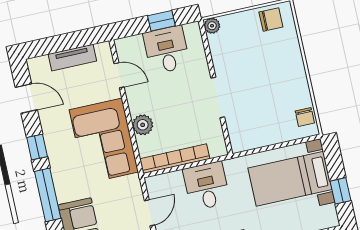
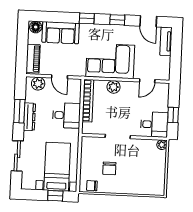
chair: (271, 19) -> (109, 168), moved
desk: (167, 50) -> (154, 124), moved
tv unit: (72, 58) -> (166, 41), moved
door: (26, 99) -> (148, 21), hinge flipped
window: (341, 191) -> (55, 196), moved
window: (48, 195) -> (87, 18), width x0.46

